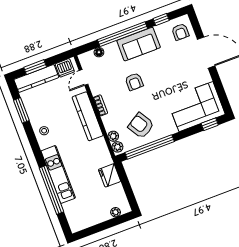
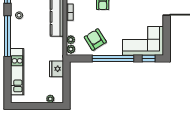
window: (150, 147) -> (113, 59), moved
kitchen unit: (58, 174) -> (17, 72), moved
window: (51, 190) -> (7, 36), moved

